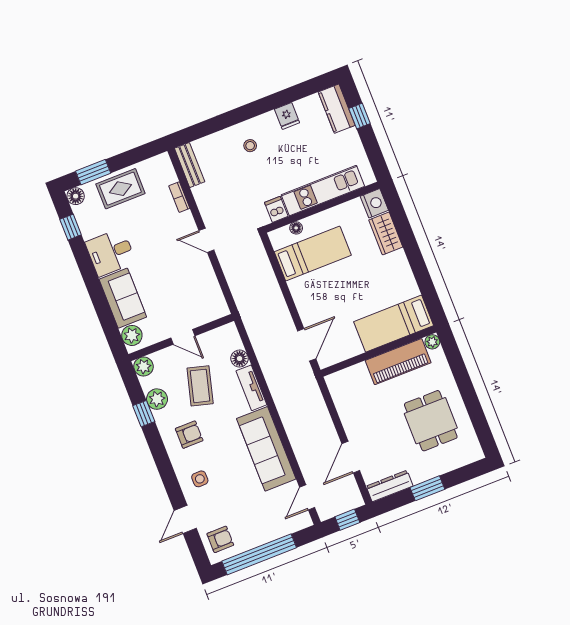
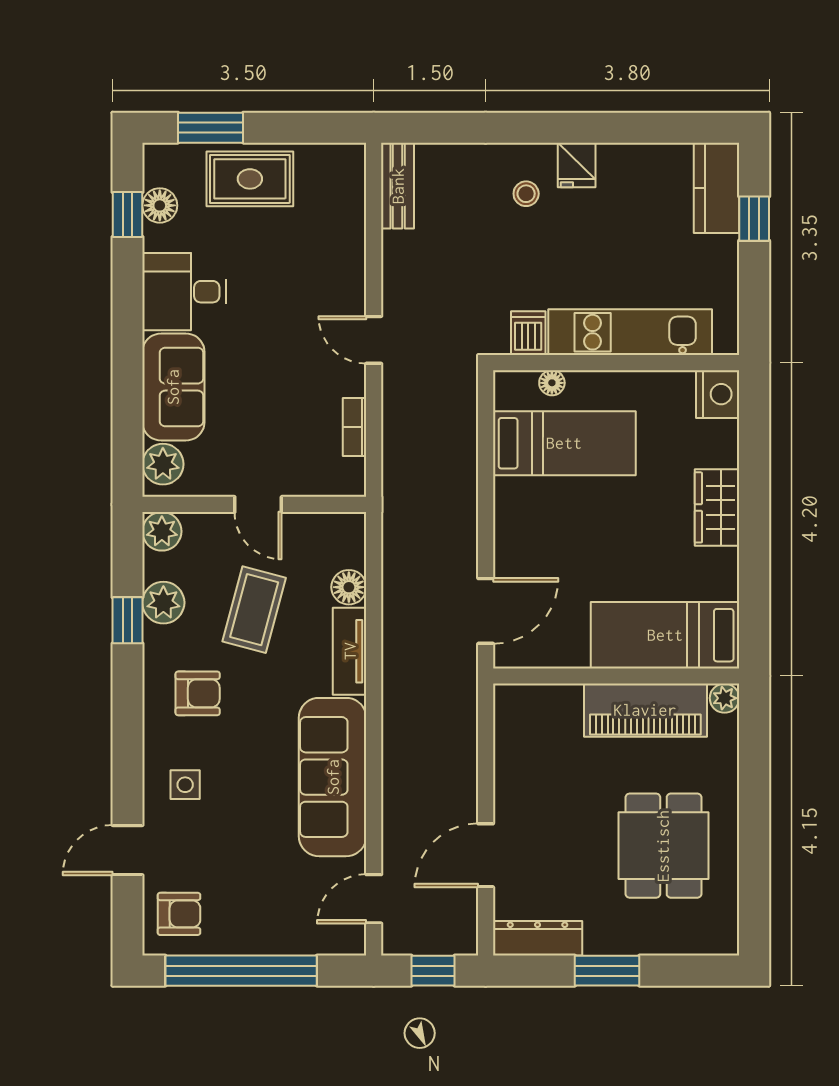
fridge: (287, 116) -> (577, 165), moved
floor lamp: (76, 196) -> (160, 205), moved
bookcase: (179, 197) -> (355, 427), moved
wardrobe: (386, 233) -> (717, 507), moved

